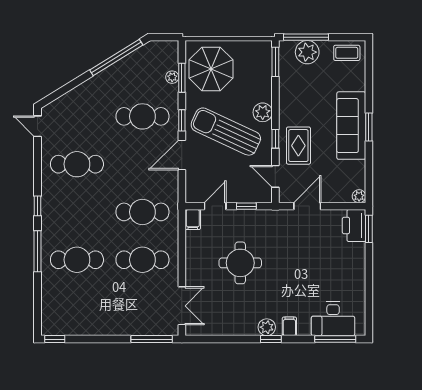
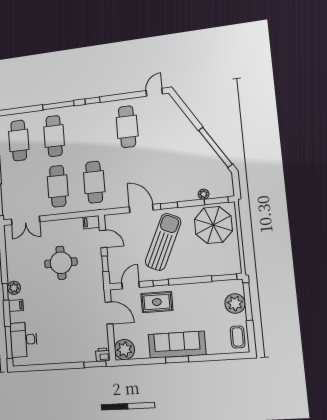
window: (182, 78) -> (216, 201), moved
plant: (263, 112) -> (181, 271), removed
cafe table: (142, 116) -> (19, 140), moved
plant: (359, 196) -> (124, 350), width x1.87, depth x1.87
printer: (354, 226) -> (103, 355), width x0.53, depth x0.68

